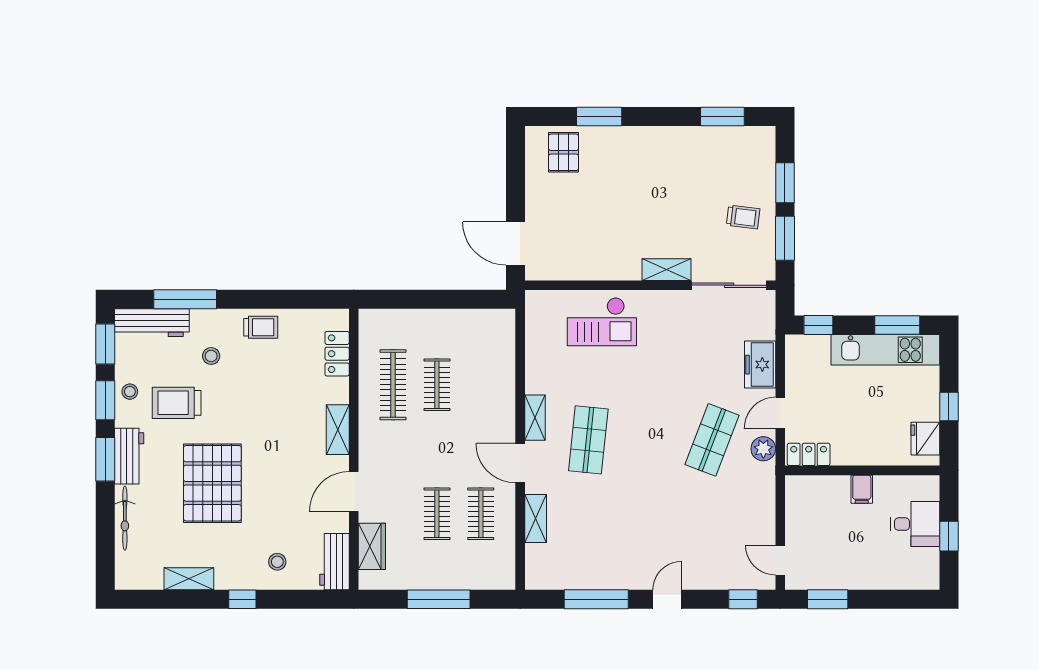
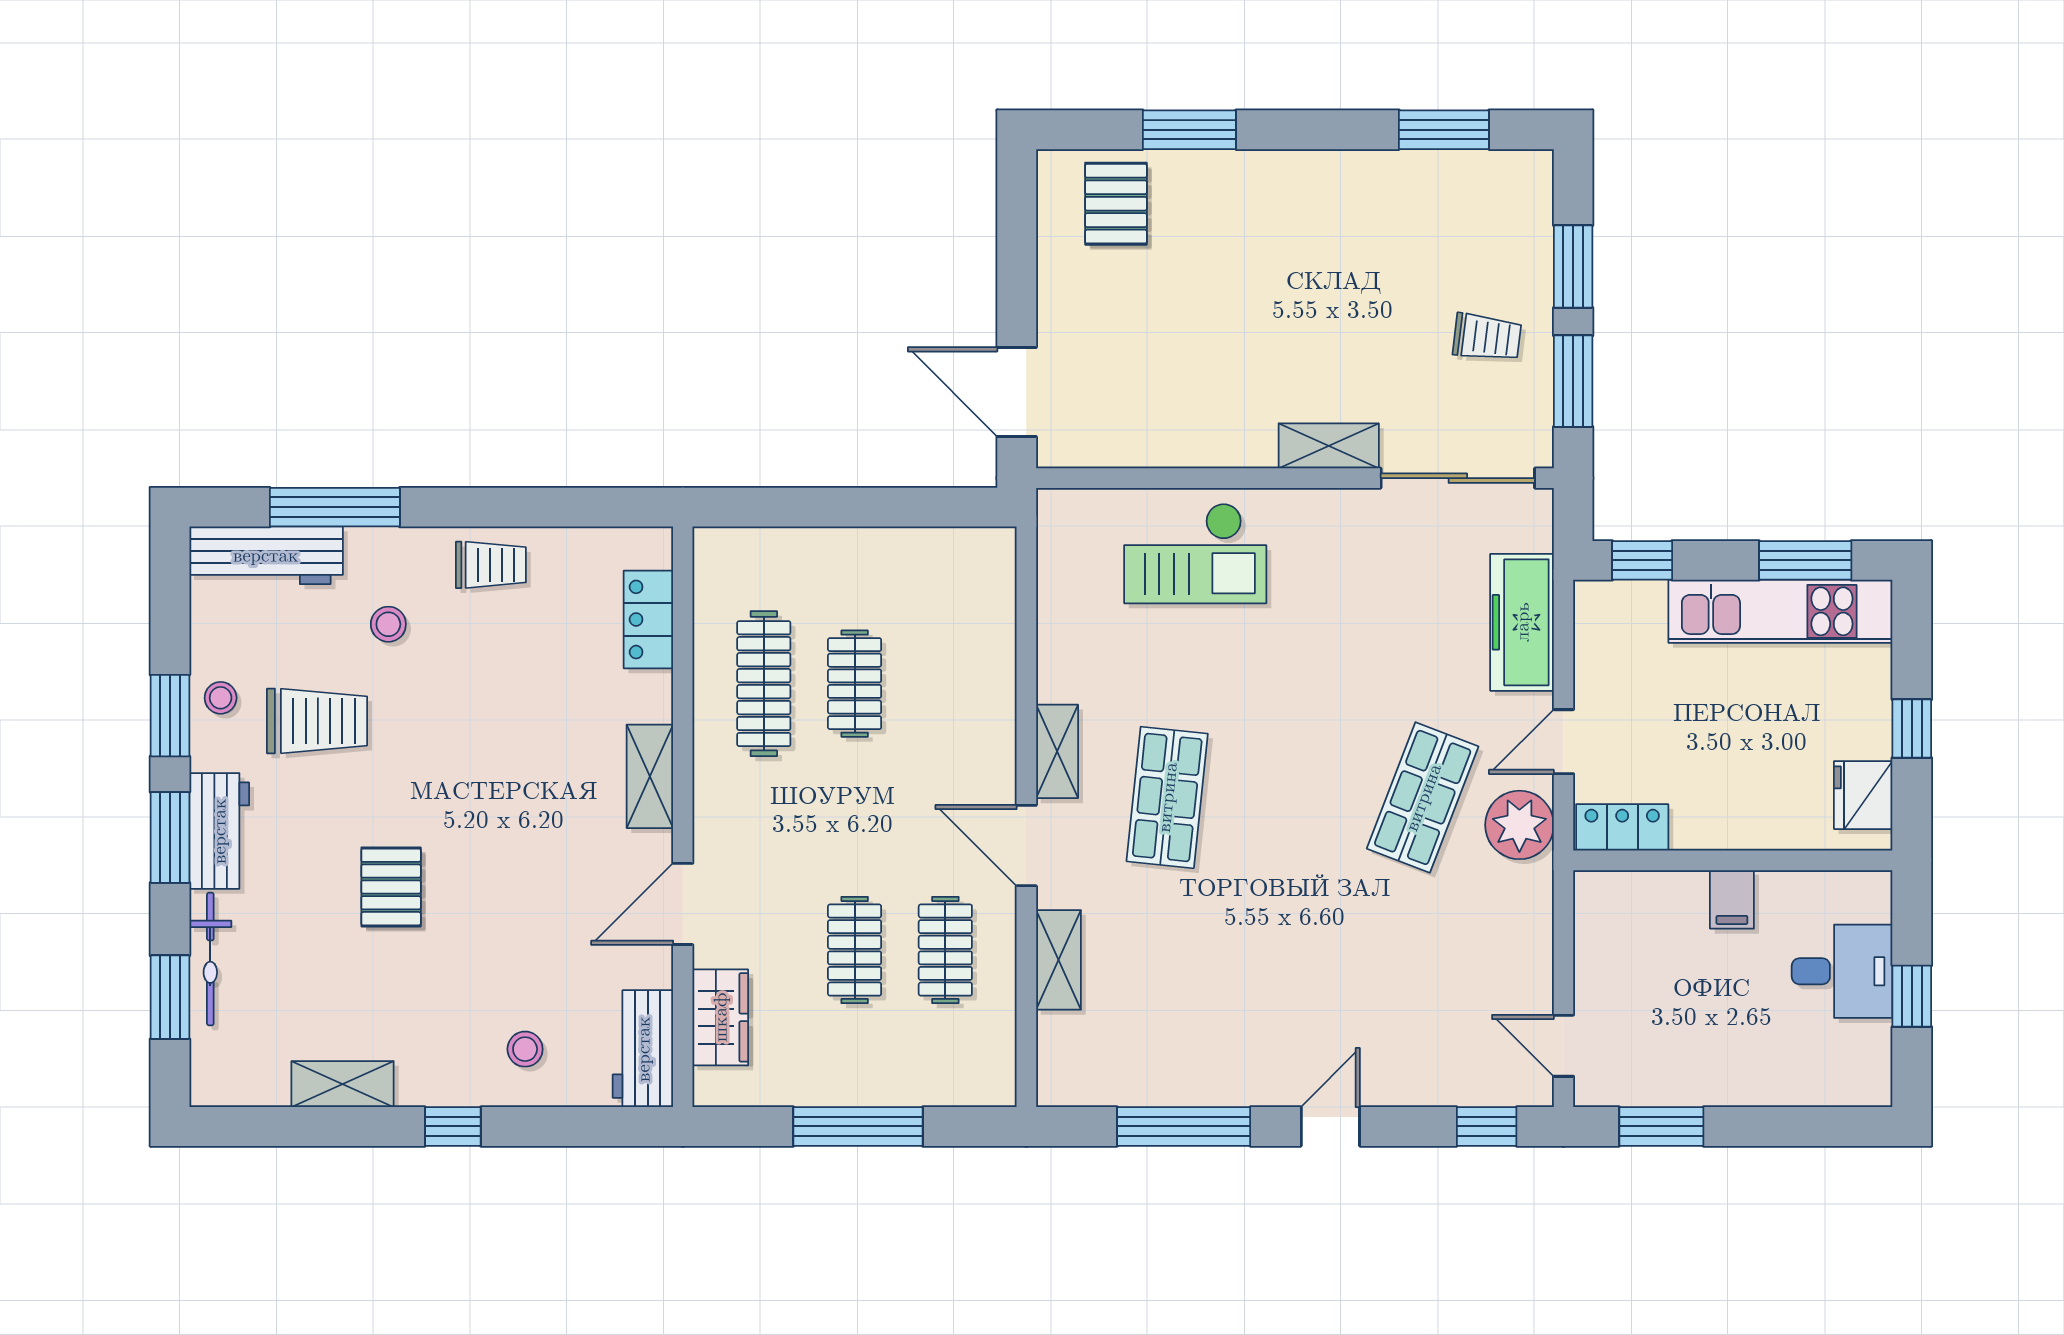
window: (105, 344) -> (170, 997), moved
freezer: (760, 365) -> (1522, 622), width x1.40
trolley: (177, 403) -> (317, 721), turned 180
plant: (763, 449) -> (1519, 825), width x1.36, depth x1.36
pallet: (212, 483) -> (391, 887), width x0.49, depth x0.50

